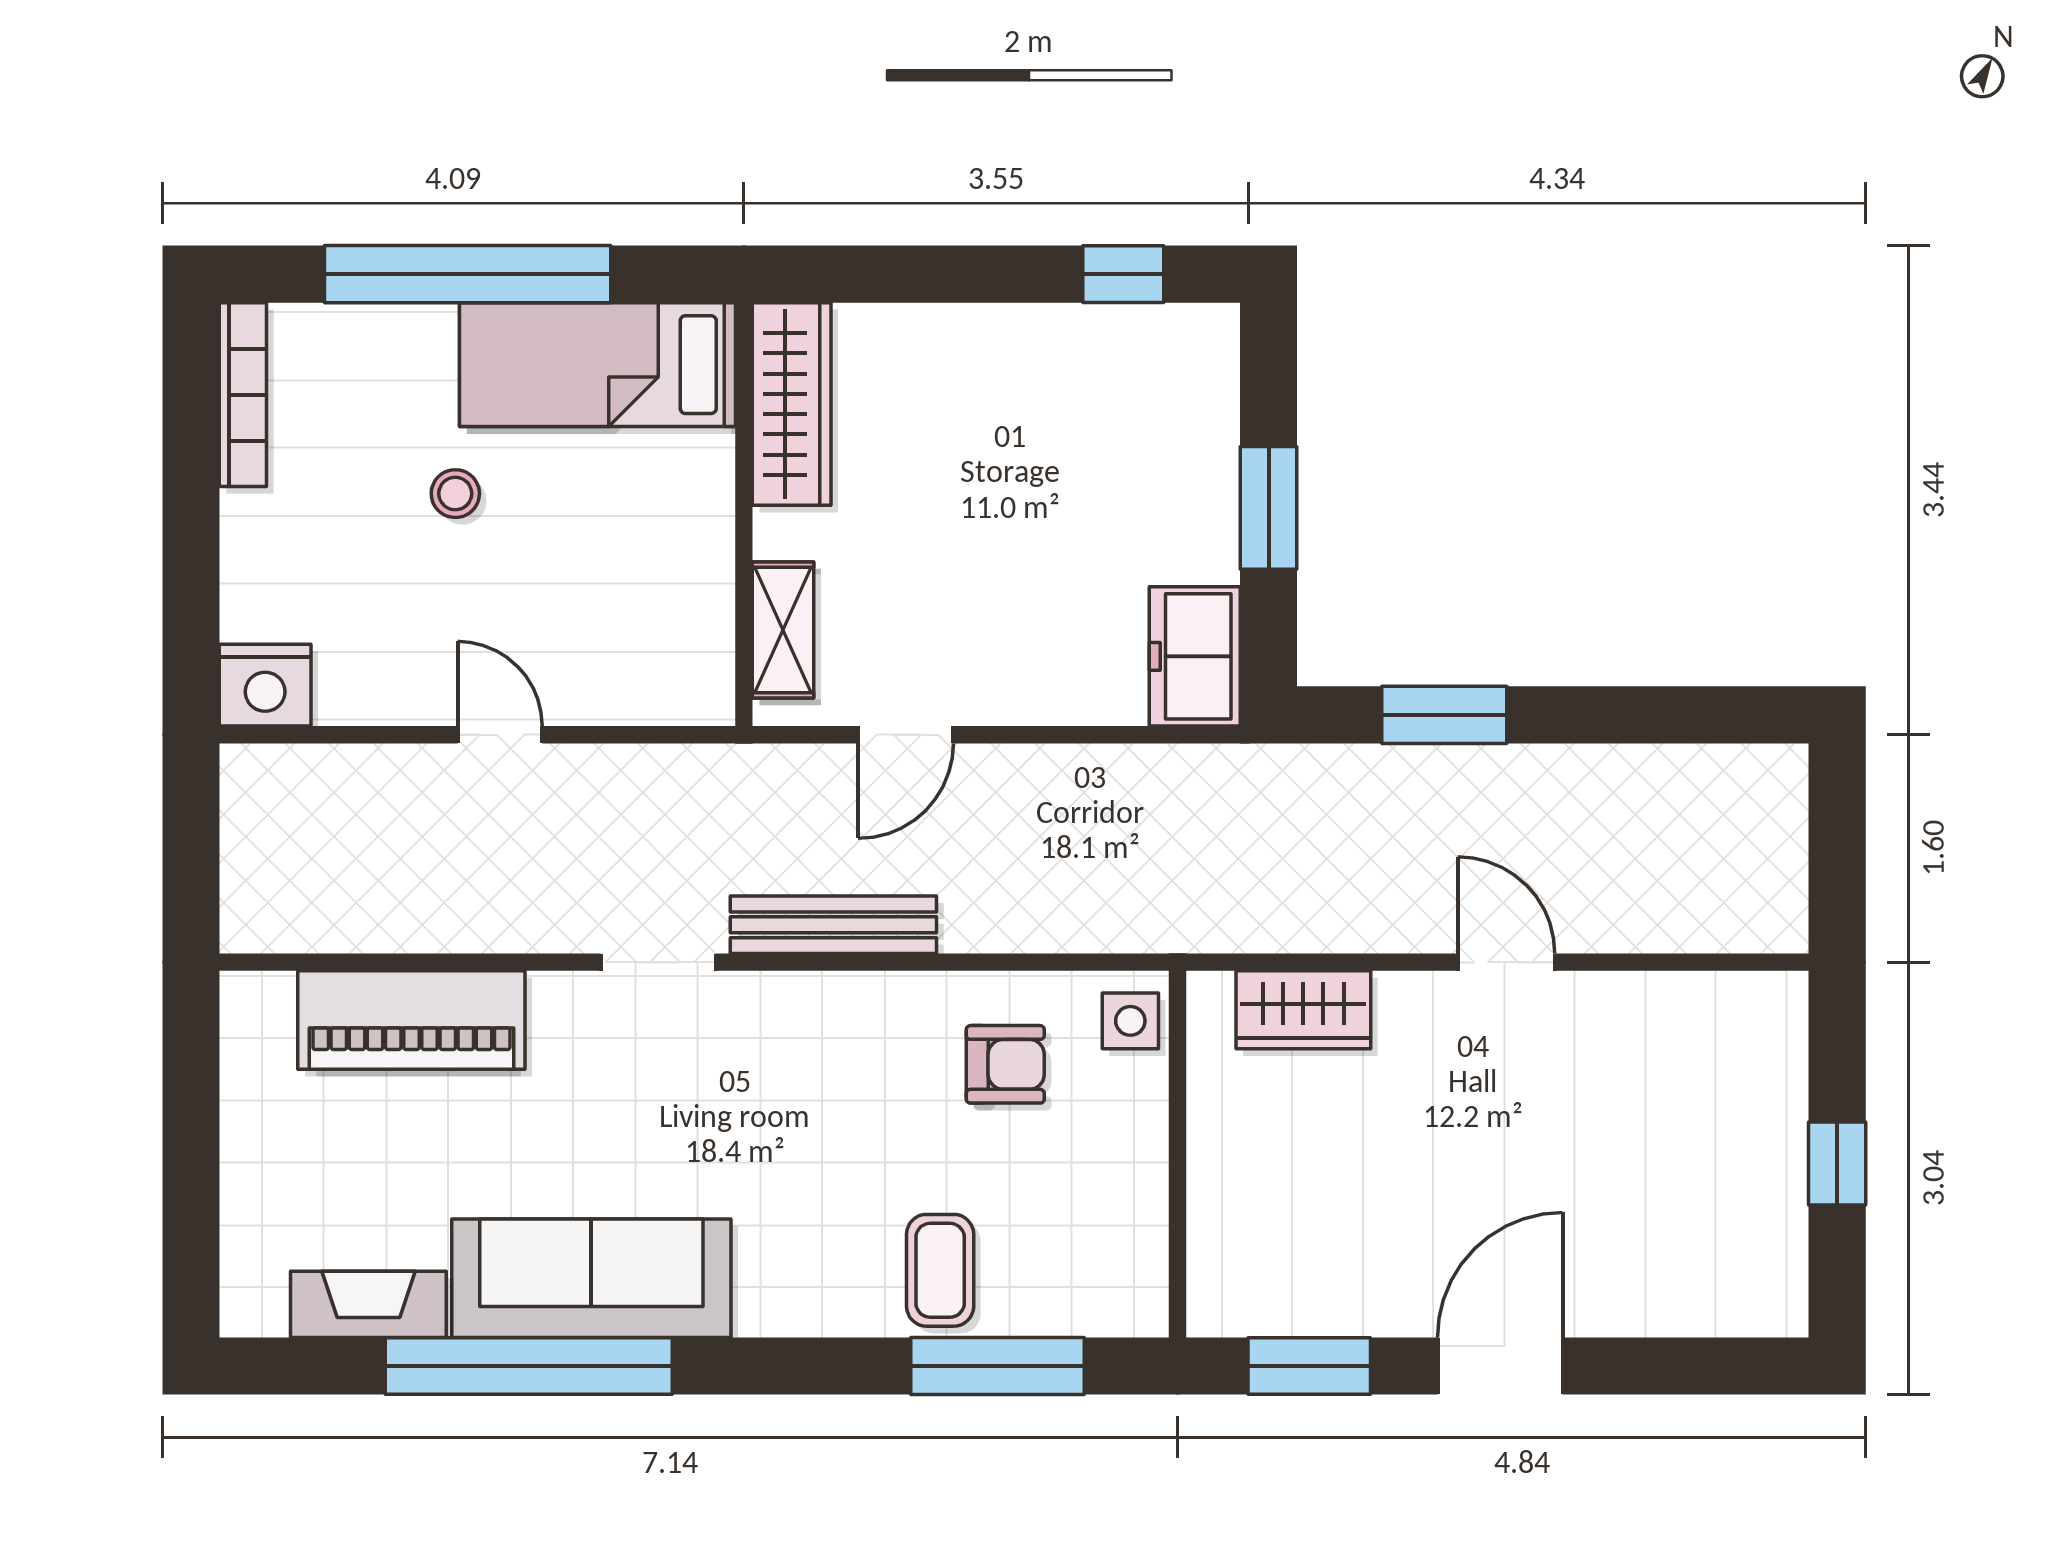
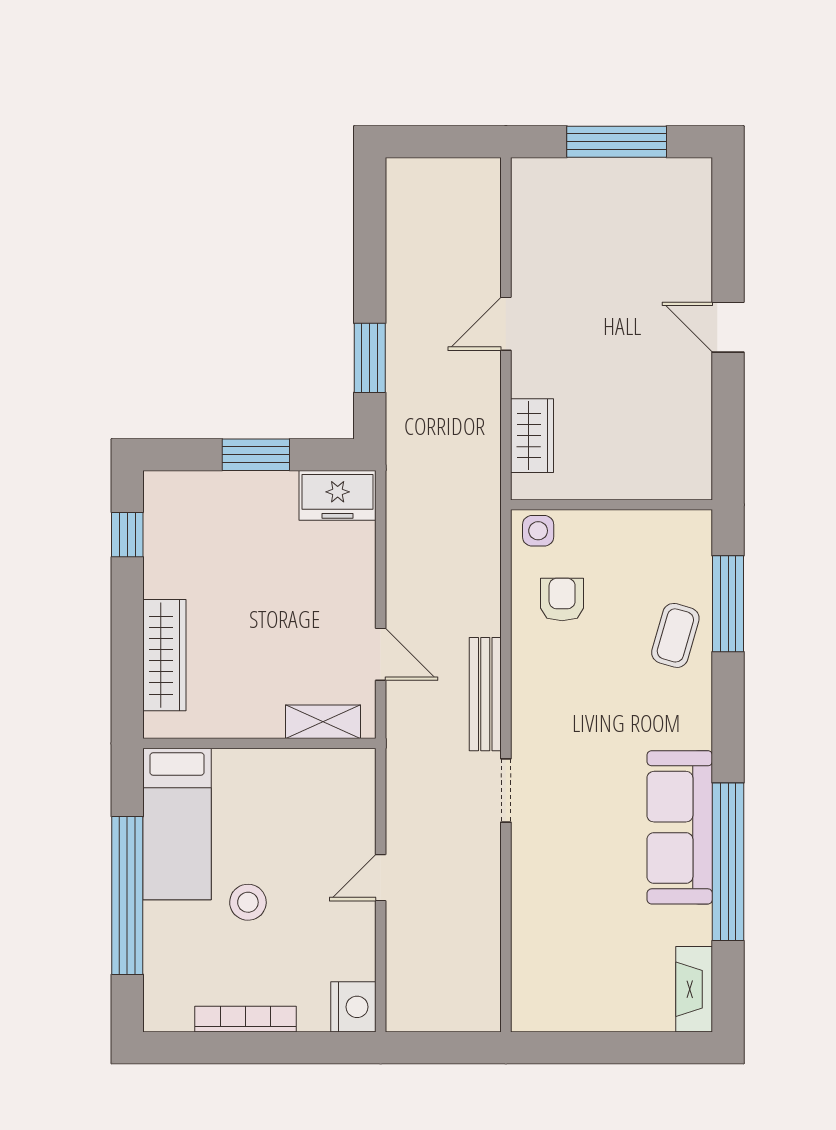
bookcase: (243, 395) -> (246, 1019), moved
wardrobe: (792, 404) -> (164, 655), moved, turned 90
stool: (455, 494) -> (248, 902), width x1.37, depth x1.37
piano: (411, 1020) -> (538, 926), removed
window: (1837, 1164) -> (617, 142), width x2.17
coffee table: (940, 1270) -> (675, 635), turned -74
fireplace: (368, 1304) -> (694, 989), moved
window: (1309, 1366) -> (728, 432), removed
door: (1500, 1366) -> (728, 327), width x0.73

